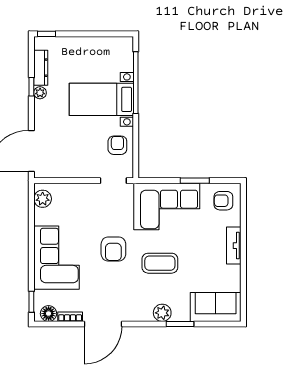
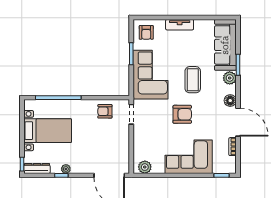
dresser: (41, 68) -> (37, 168), moved
bed with nightstands: (101, 99) -> (48, 131), moved, turned -90
sofa: (216, 307) -> (225, 45), width x1.36
floor lamp: (49, 314) -> (230, 101), moved

